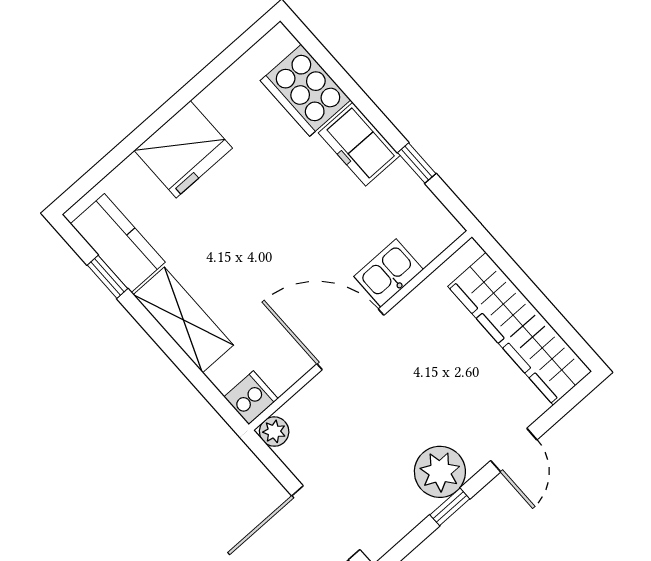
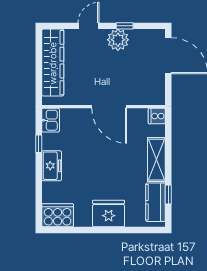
cooker: (306, 90) -> (58, 215), moved, turned -90
kitchen sink: (389, 273) -> (51, 120), moved, turned -90
plant: (274, 432) -> (159, 99), removed

